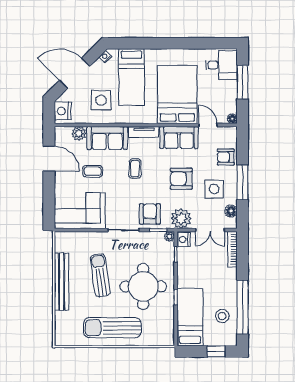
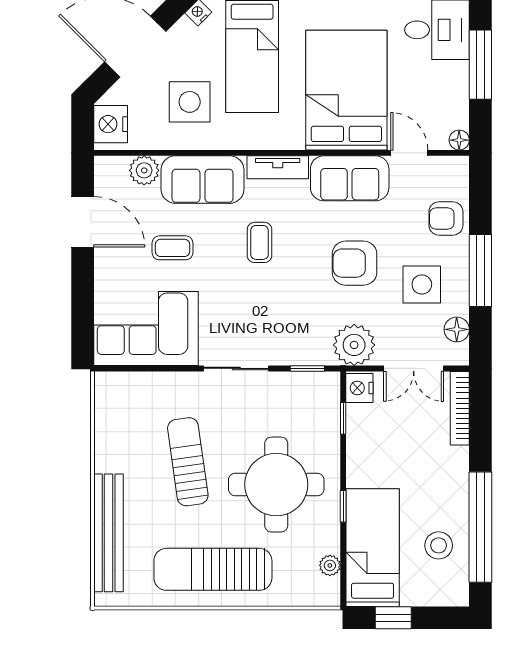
armchair: (150, 214) -> (290, 335), removed
plant: (169, 236) -> (330, 565), moved
bench: (62, 282) -> (109, 533), moved
window: (216, 351) -> (393, 618), moved

